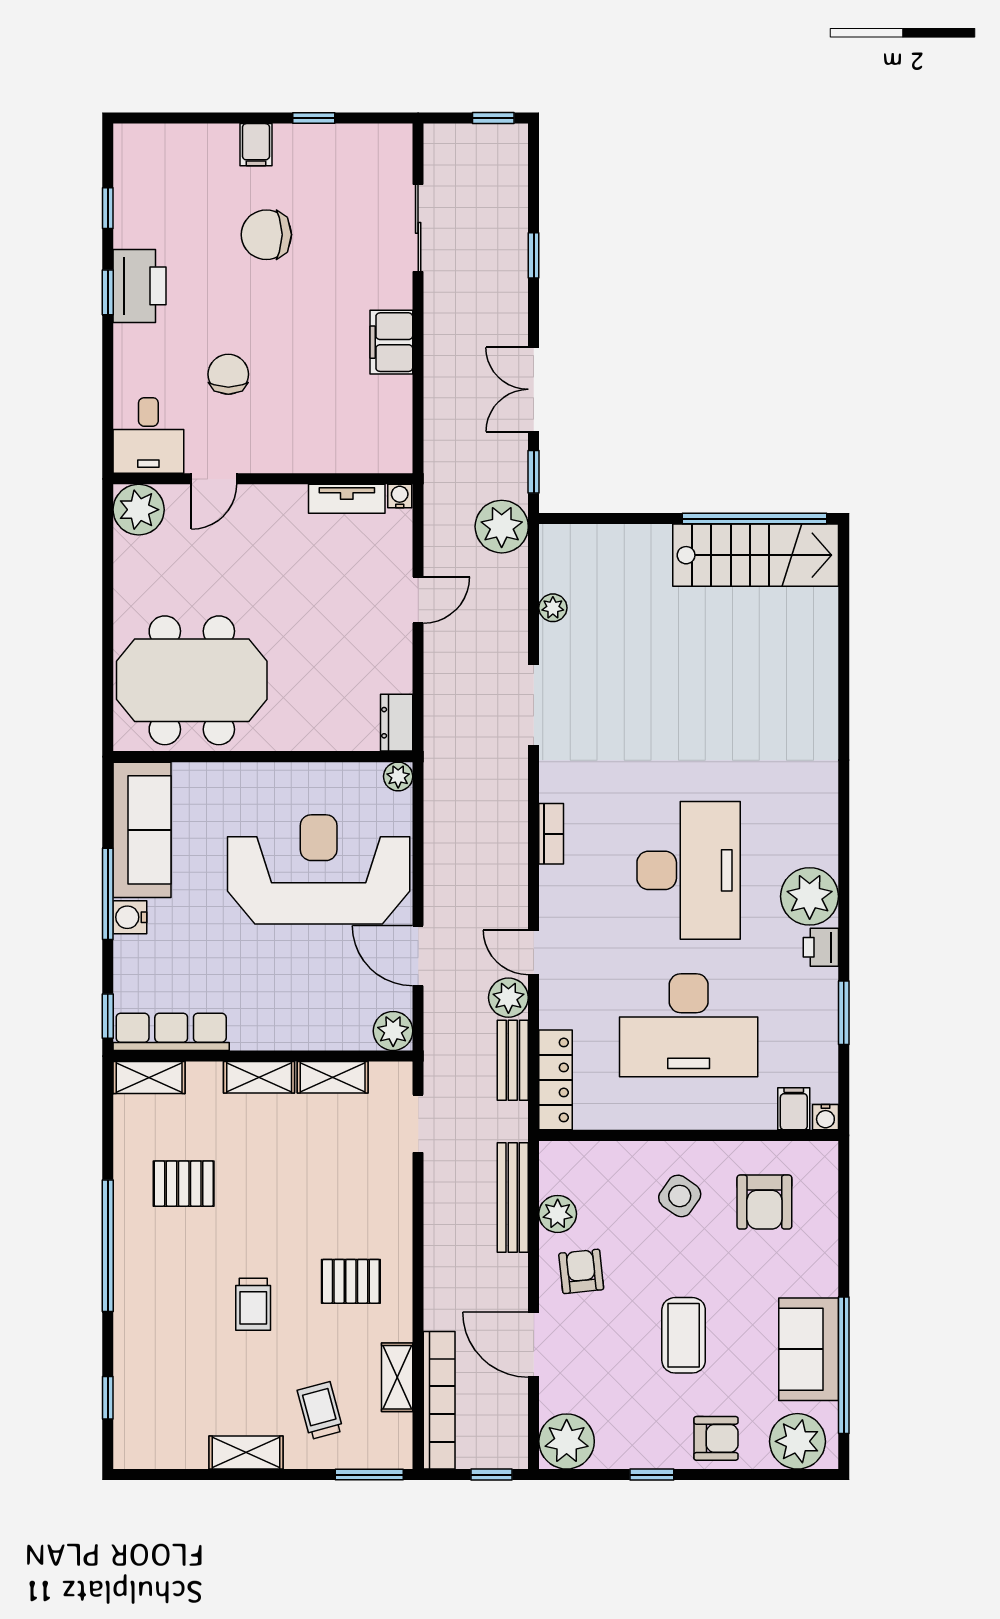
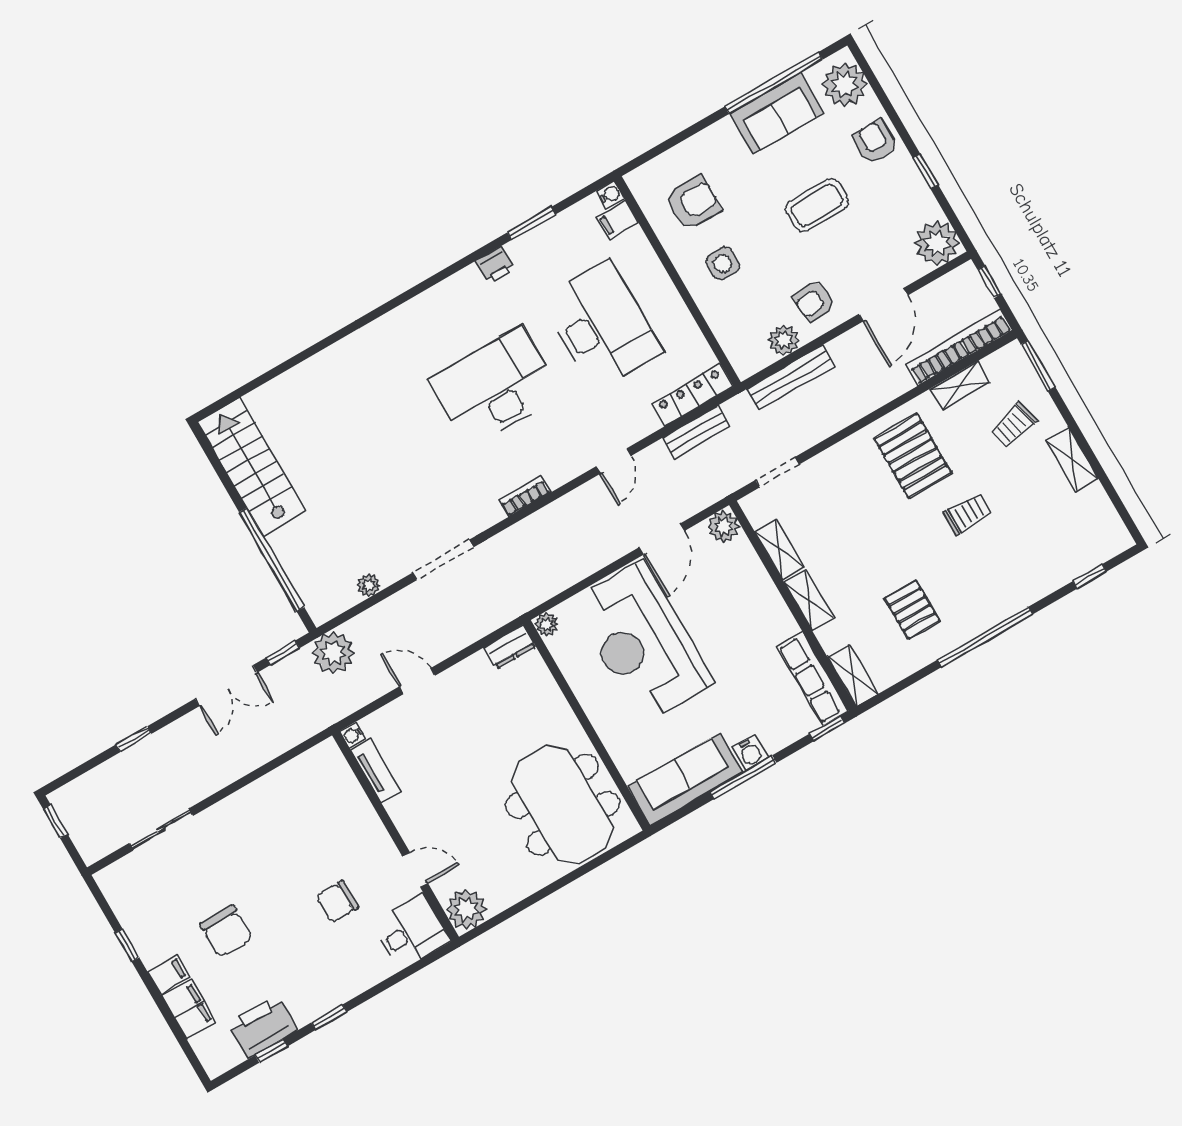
printer: (140, 286) -> (262, 1027), moved
filing cabinet: (391, 342) -> (189, 1009), moved, turned -90
window: (755, 519) -> (272, 560), moved
plant: (810, 896) -> (465, 294), removed
plant: (508, 998) -> (655, 460), removed
side table: (680, 1196) -> (723, 263), turned -35
pallet: (351, 1281) -> (913, 456), width x1.50, depth x1.42

